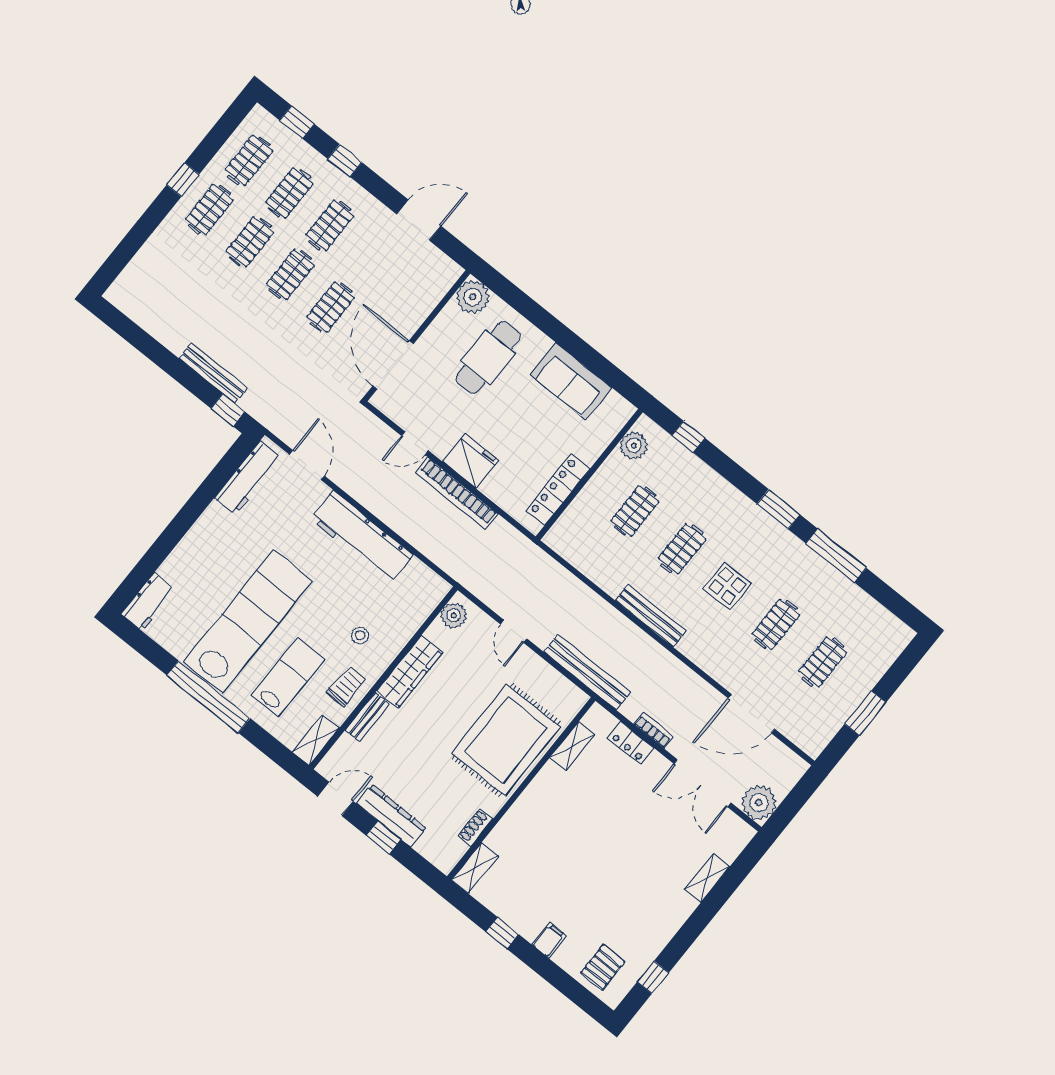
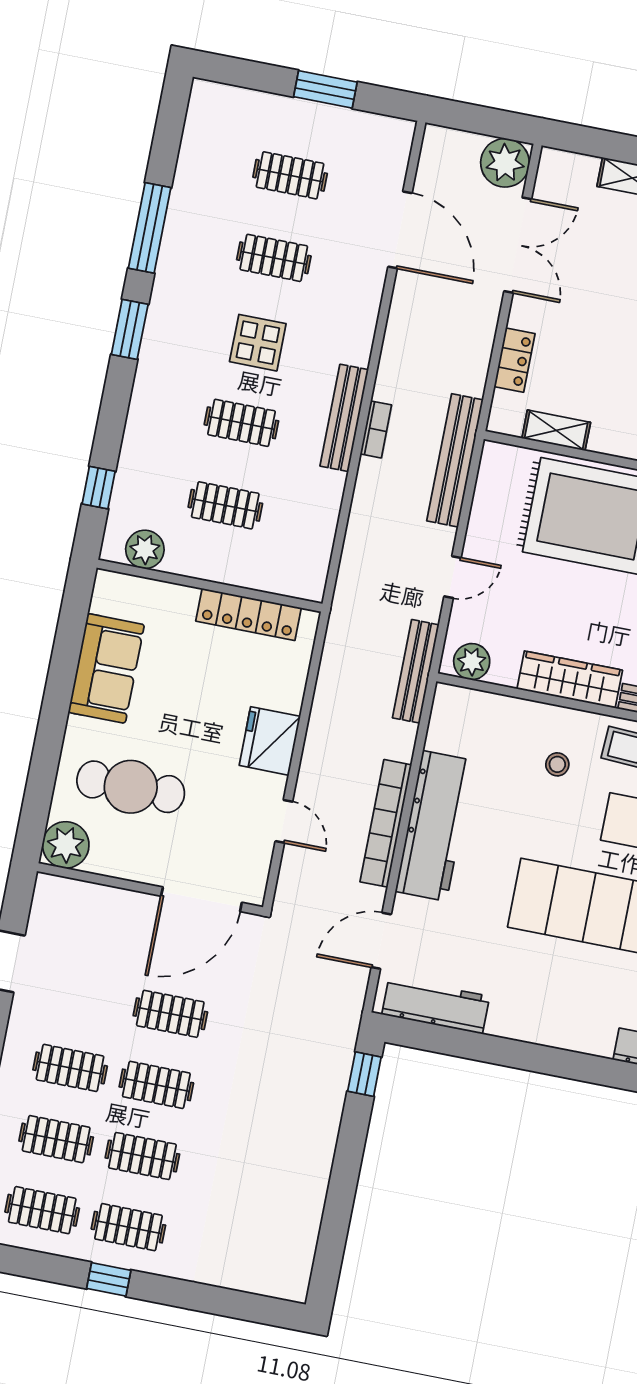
bench: (213, 373) -> (416, 671), moved
bookcase: (457, 493) -> (386, 823), moved, turned 180
bookcase: (654, 730) -> (376, 429), moved, turned 180

